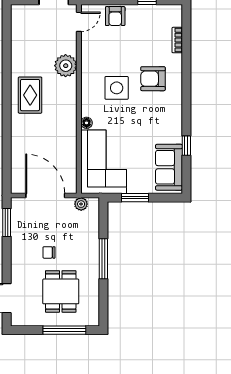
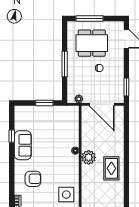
plant: (66, 66) -> (89, 157), moved
side table: (117, 88) -> (66, 195), moved
corner sofa: (104, 162) -> (64, 126), removed
sofa: (169, 167) -> (23, 145), moved
dining table: (61, 291) -> (92, 43), width x1.37

